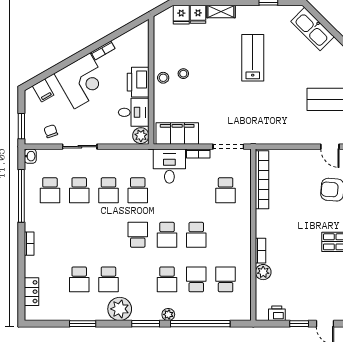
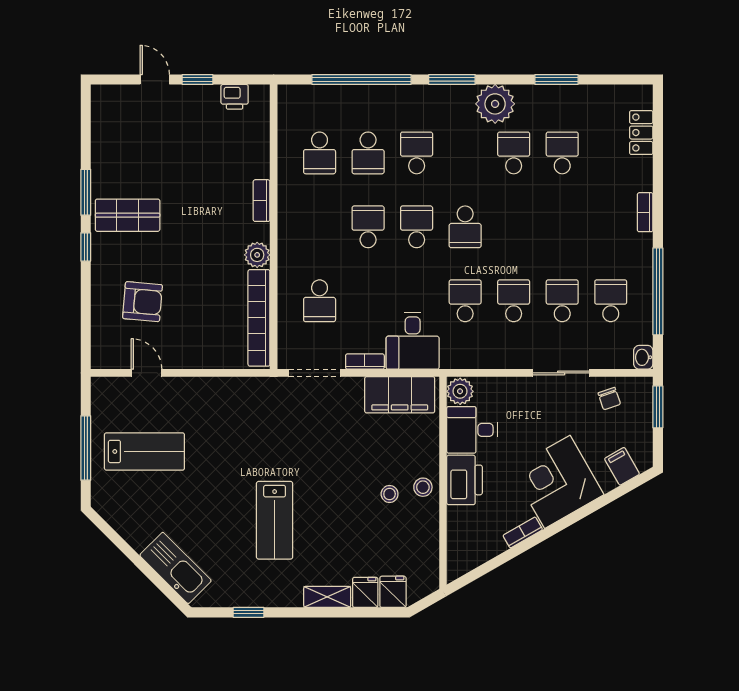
school desk: (226, 190) -> (320, 301), turned 180
plant: (263, 272) -> (257, 255), moved
plant: (168, 314) -> (414, 95), removed

